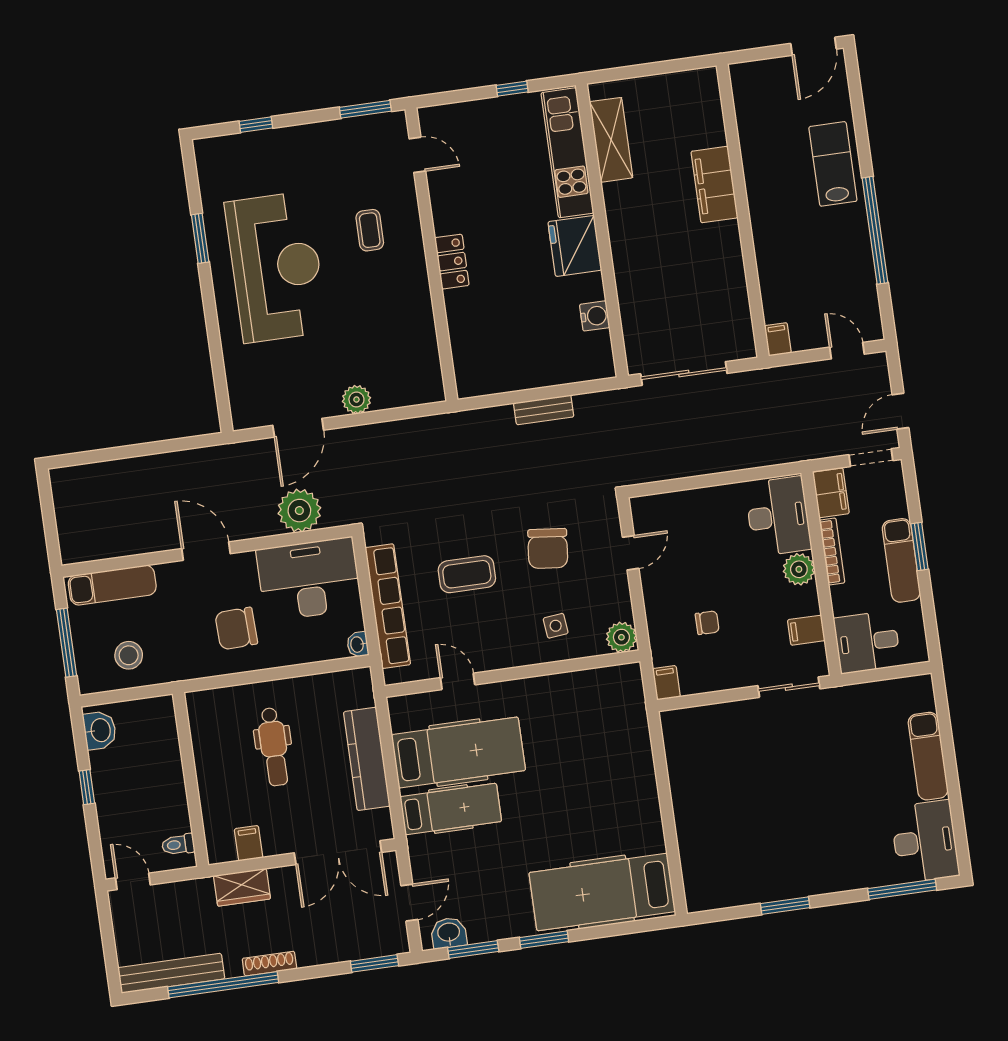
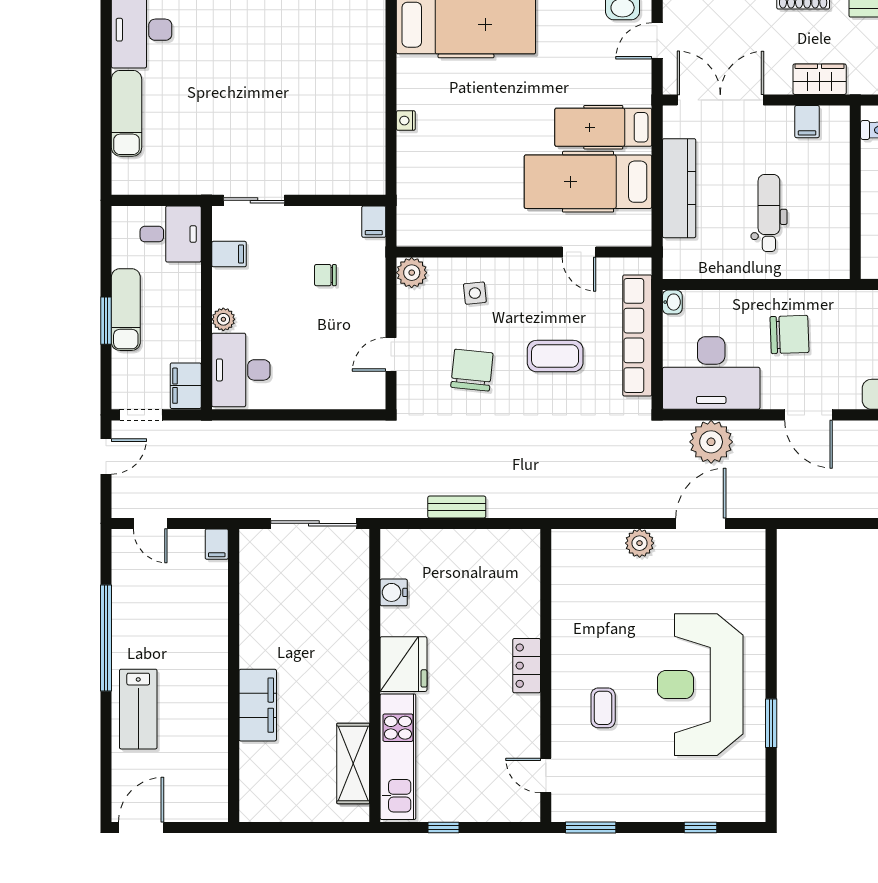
bookcase: (832, 551) -> (193, 328), removed
plant: (799, 569) -> (223, 319), width x0.73, depth x0.73
nightstand: (649, 788) -> (406, 121), added

